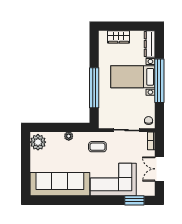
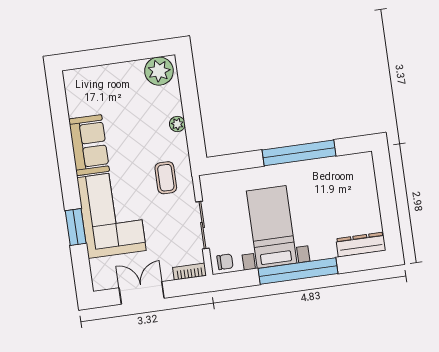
wardrobe: (119, 37) -> (366, 188), removed
bed with nightstands: (133, 77) -> (272, 227), moved
window: (94, 88) -> (299, 153), moved
sofa: (60, 184) -> (89, 145), width x0.54, depth x0.79
window: (134, 200) -> (76, 227), moved

